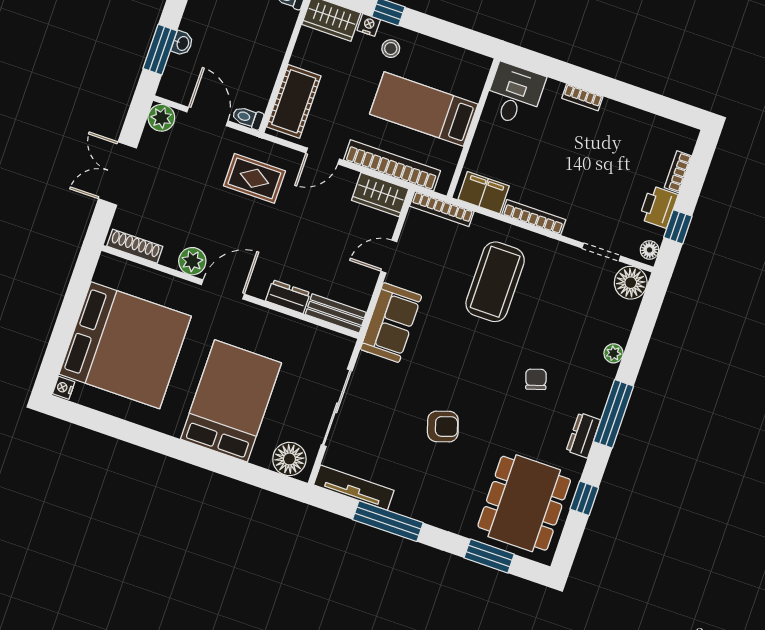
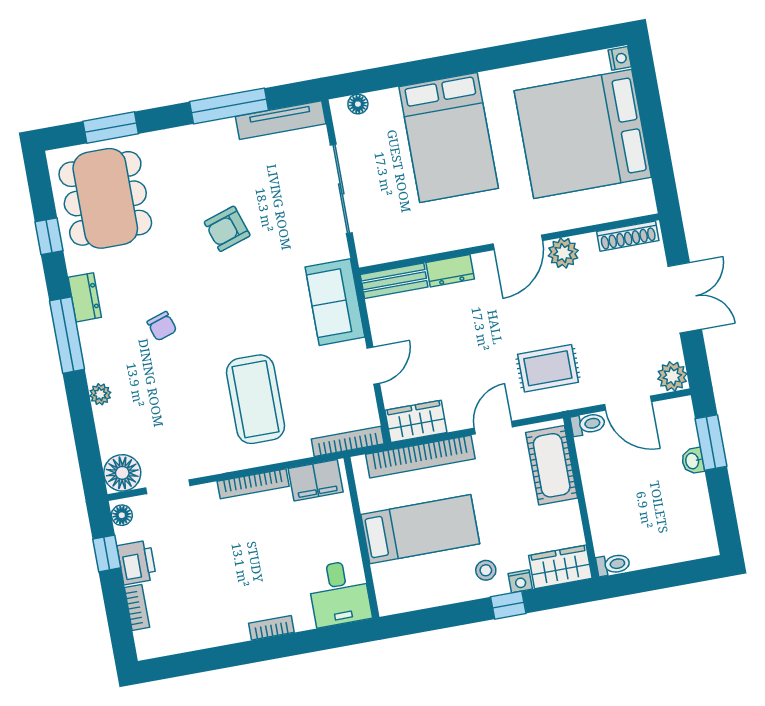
floor lamp: (289, 459) -> (358, 104), width x0.53, depth x0.53

